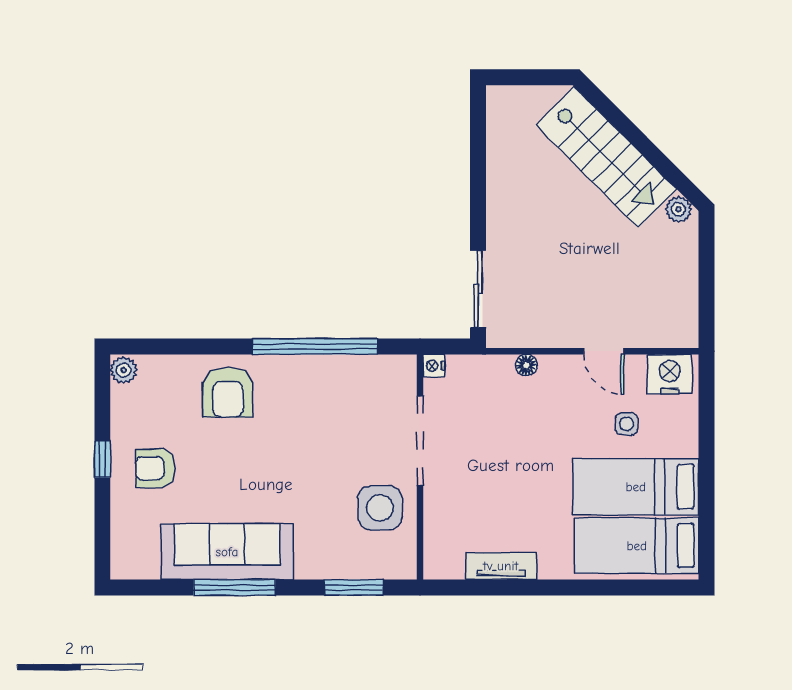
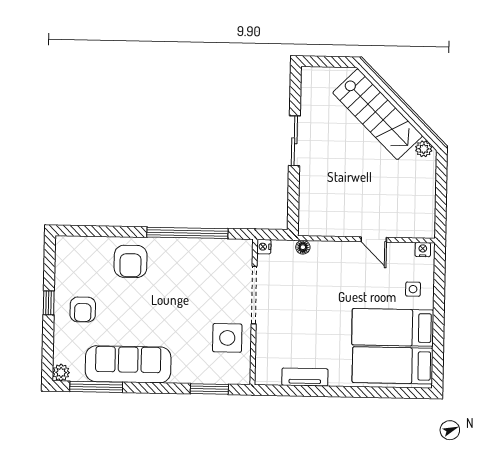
sliding door: (478, 289) -> (294, 141), moved
floor lamp: (526, 365) -> (303, 247), moved
plant: (124, 370) -> (61, 372), moved
nightstand: (670, 374) -> (423, 250), width x0.53, depth x0.56
side table: (626, 424) -> (413, 289), moved
armchair: (155, 468) -> (83, 310), turned -90
window: (234, 588) -> (96, 387), moved

